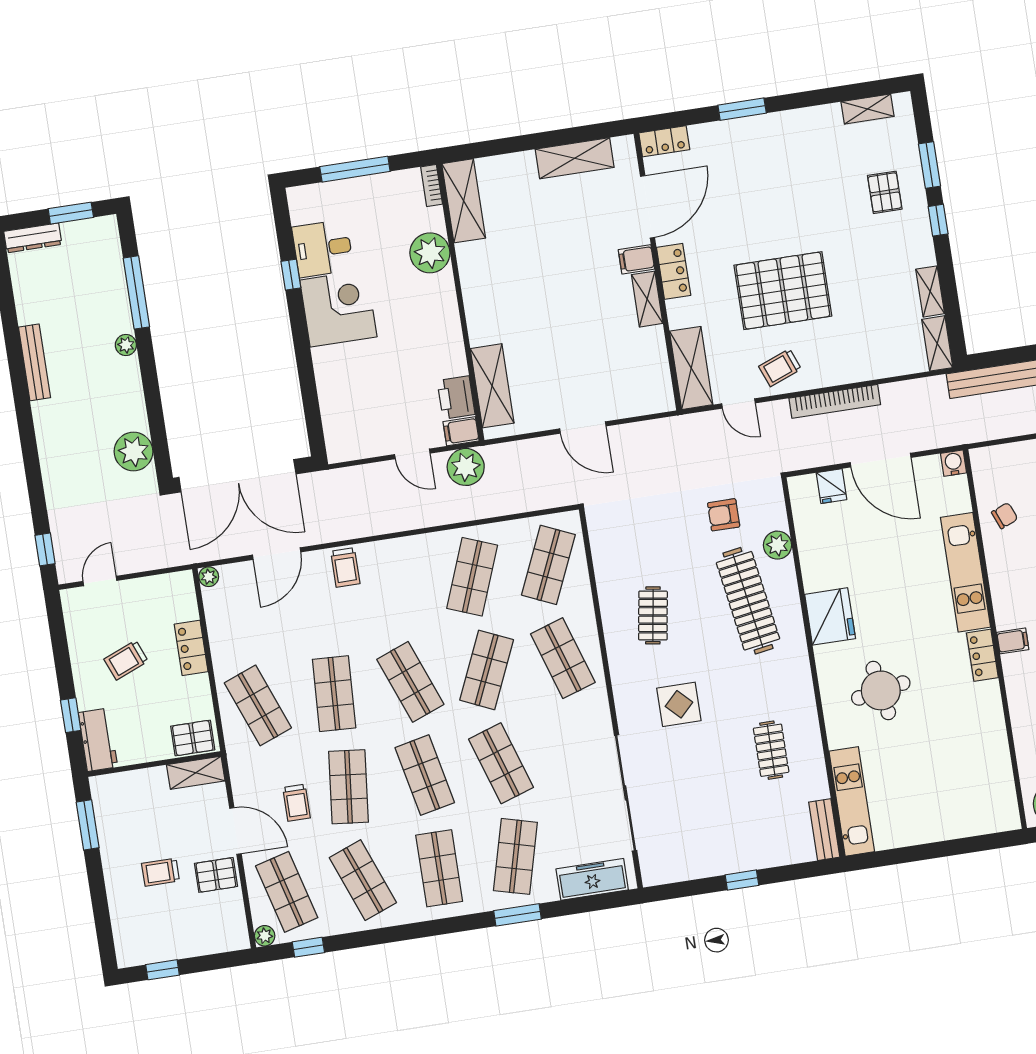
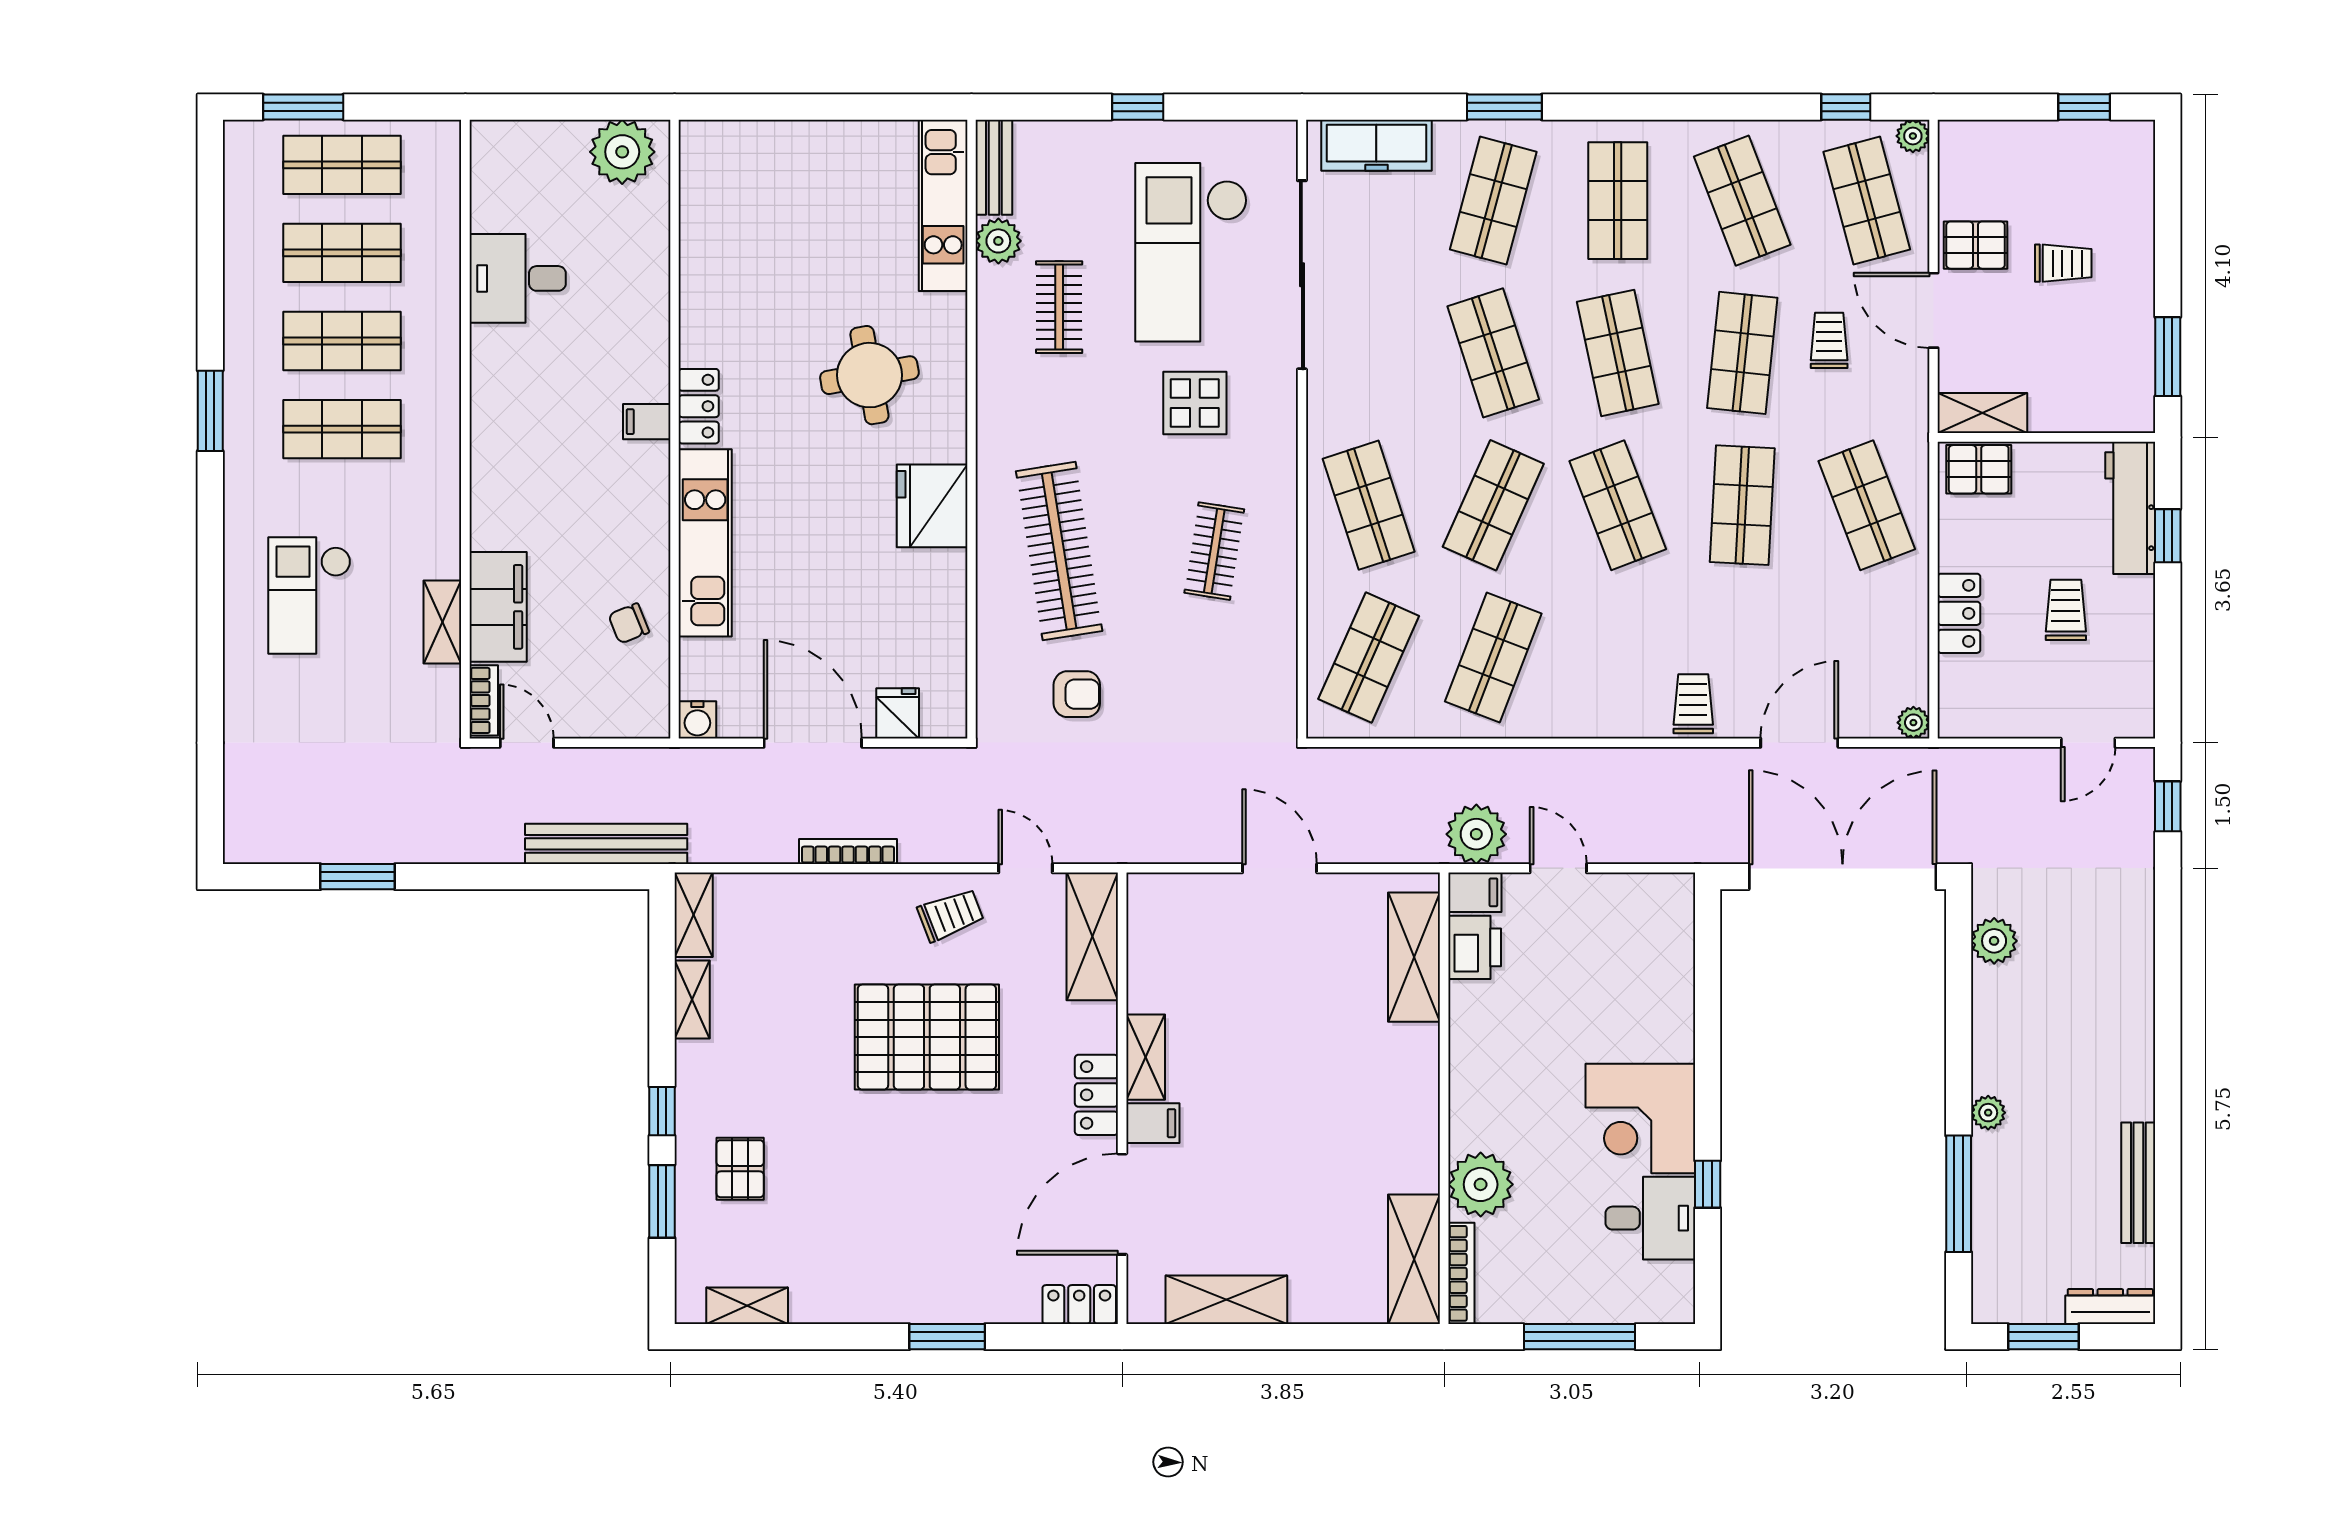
bookcase: (432, 185) -> (1461, 1273), width x1.56
bench: (34, 362) -> (2138, 1183), moved
bookcase: (835, 401) -> (848, 851), width x0.68, depth x0.76
plant: (134, 451) -> (1994, 941), width x0.73, depth x0.73
plant: (777, 545) -> (998, 241), moved
trolley: (126, 660) -> (2066, 610), turned -68
workbench: (98, 740) -> (2130, 508), width x1.38
checkout: (695, 796) -> (1191, 252), added

